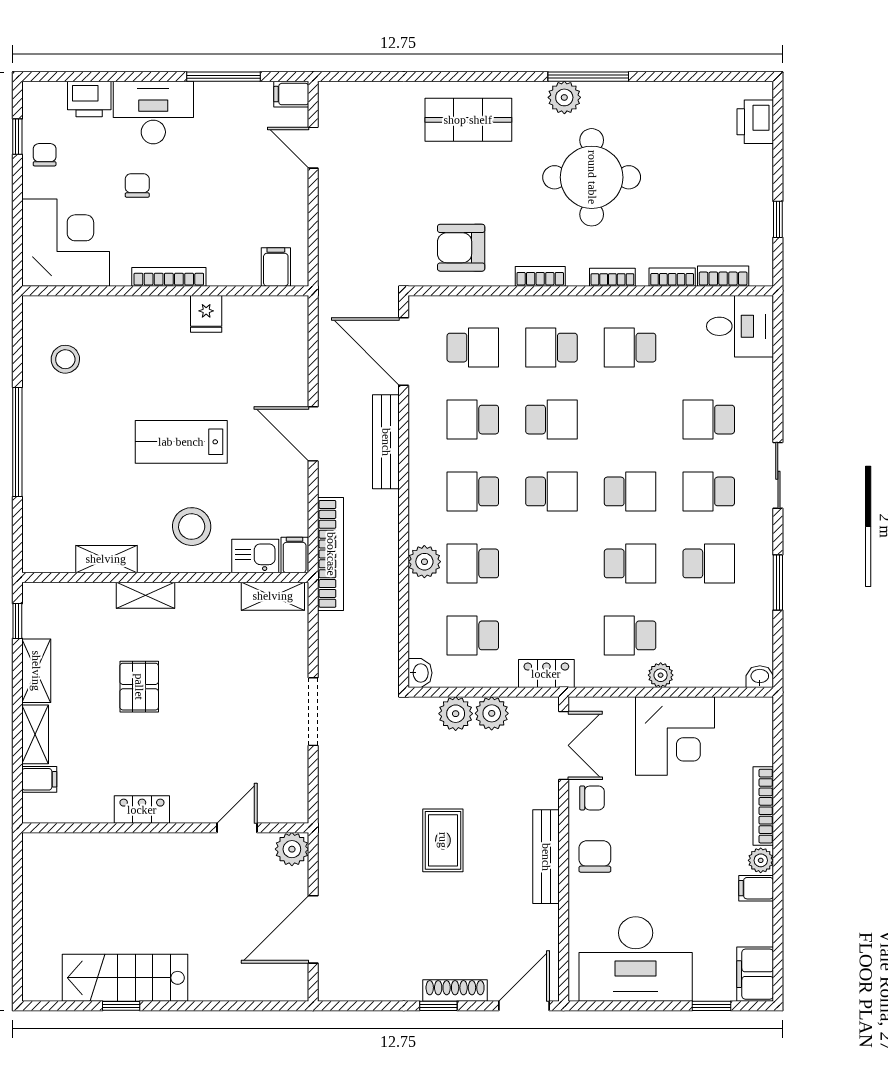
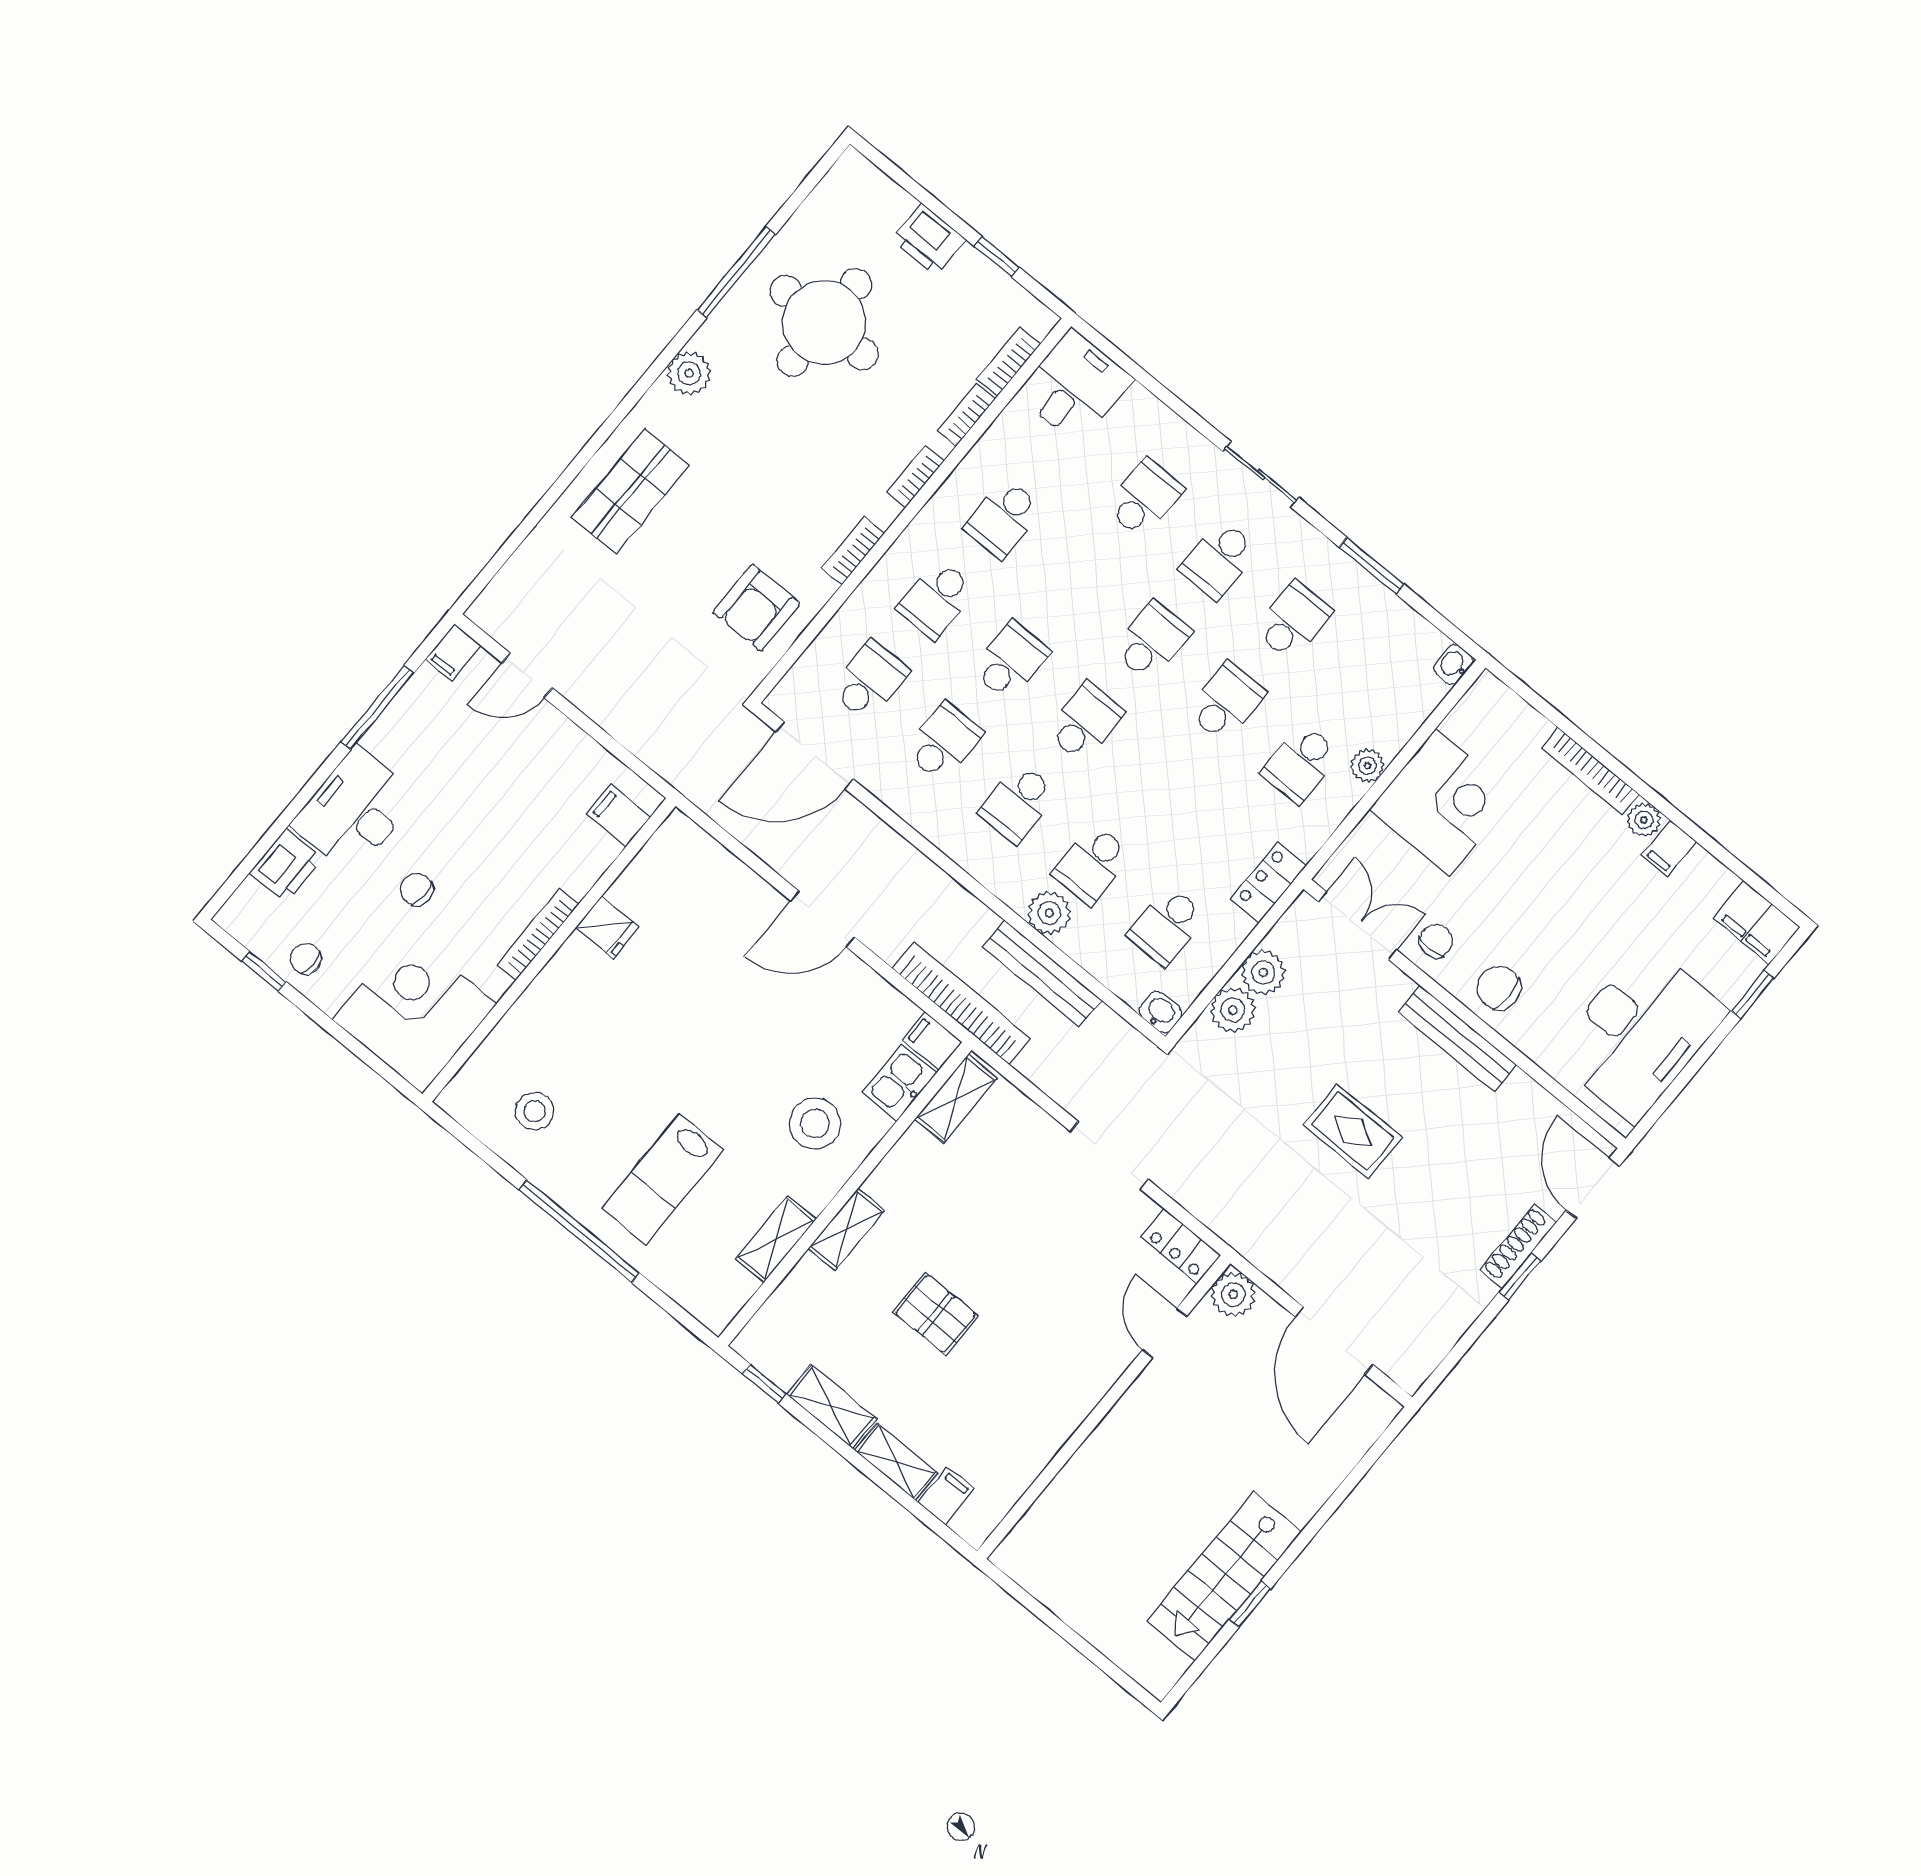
window: (588, 77) -> (736, 272), moved
printer: (755, 122) -> (929, 240), moved
round table: (592, 177) -> (824, 323), moved
school desk: (473, 420) -> (944, 742), turned 180
school desk: (709, 420) -> (1144, 498), turned 180
lab bench: (181, 442) -> (663, 1179), moved
bench: (386, 442) -> (1042, 974), moved
locker: (142, 810) -> (1181, 1246), moved, turned -90

